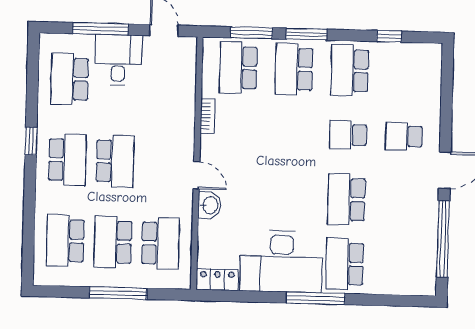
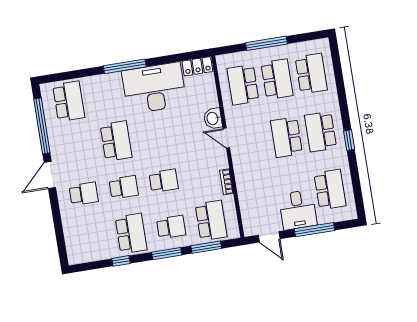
window: (389, 36) -> (121, 261), moved
school desk: (294, 69) -> (171, 227), width x0.54
school desk: (292, 134) -> (164, 181), added
school desk: (345, 264) -> (69, 101), moved

